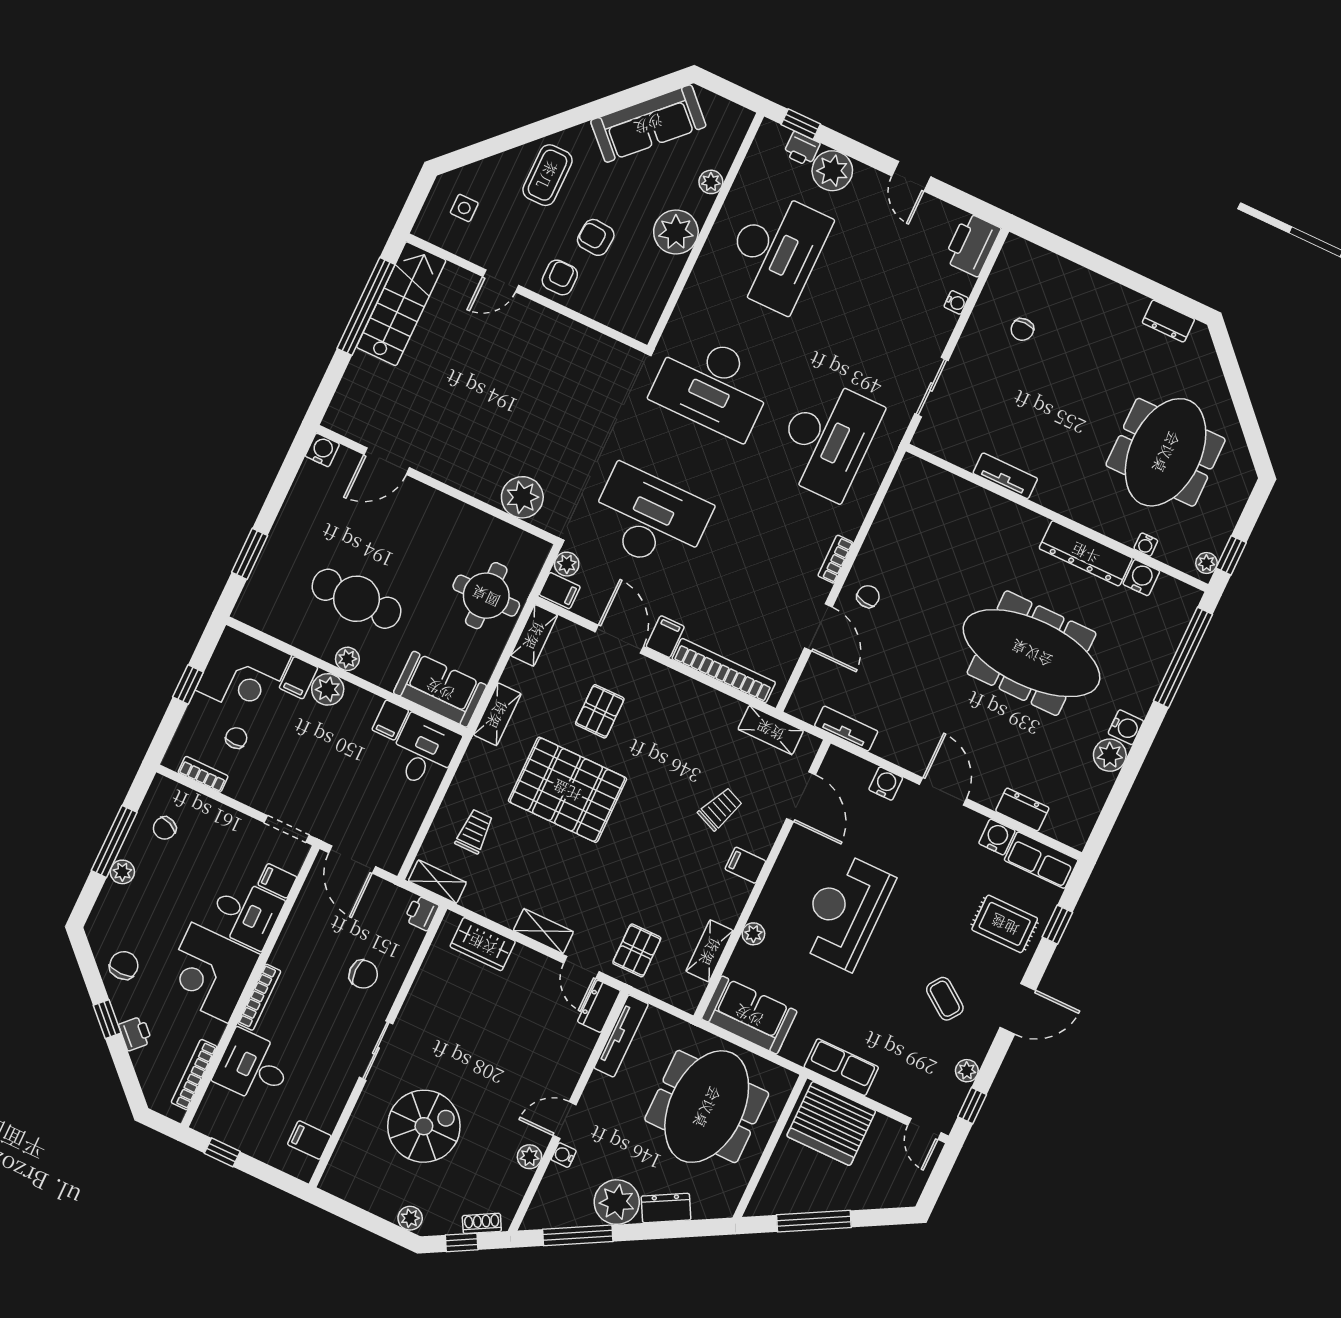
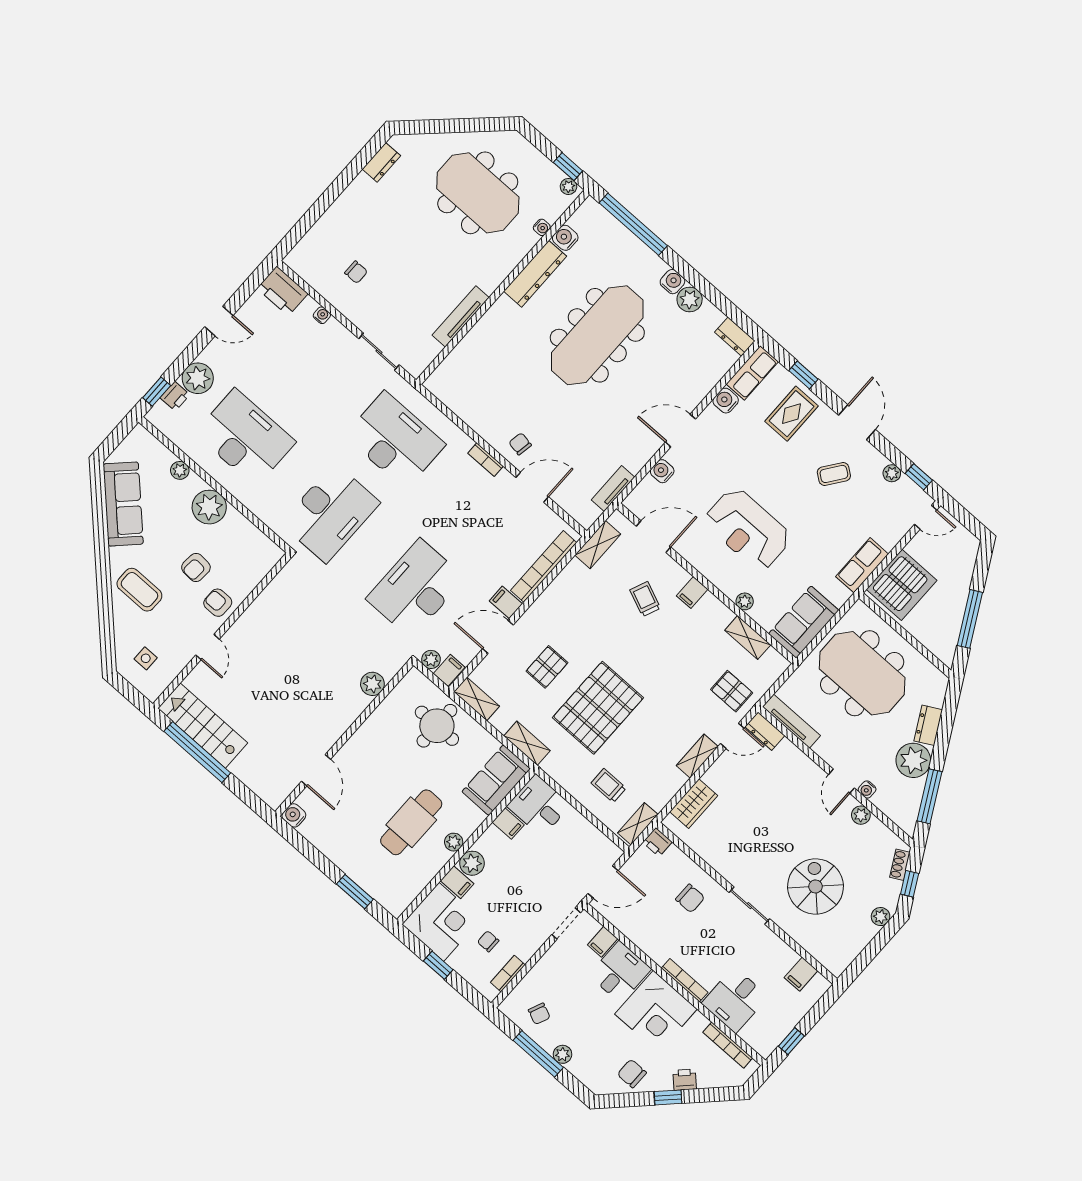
tv unit: (1005, 476) -> (461, 316), width x1.41
plant: (522, 497) -> (372, 684), width x0.73, depth x0.73
pallet: (600, 711) -> (547, 667), turned 90
dresser: (1022, 809) -> (735, 337), moved, turned -90
chair: (363, 974) -> (690, 898), turned 90

